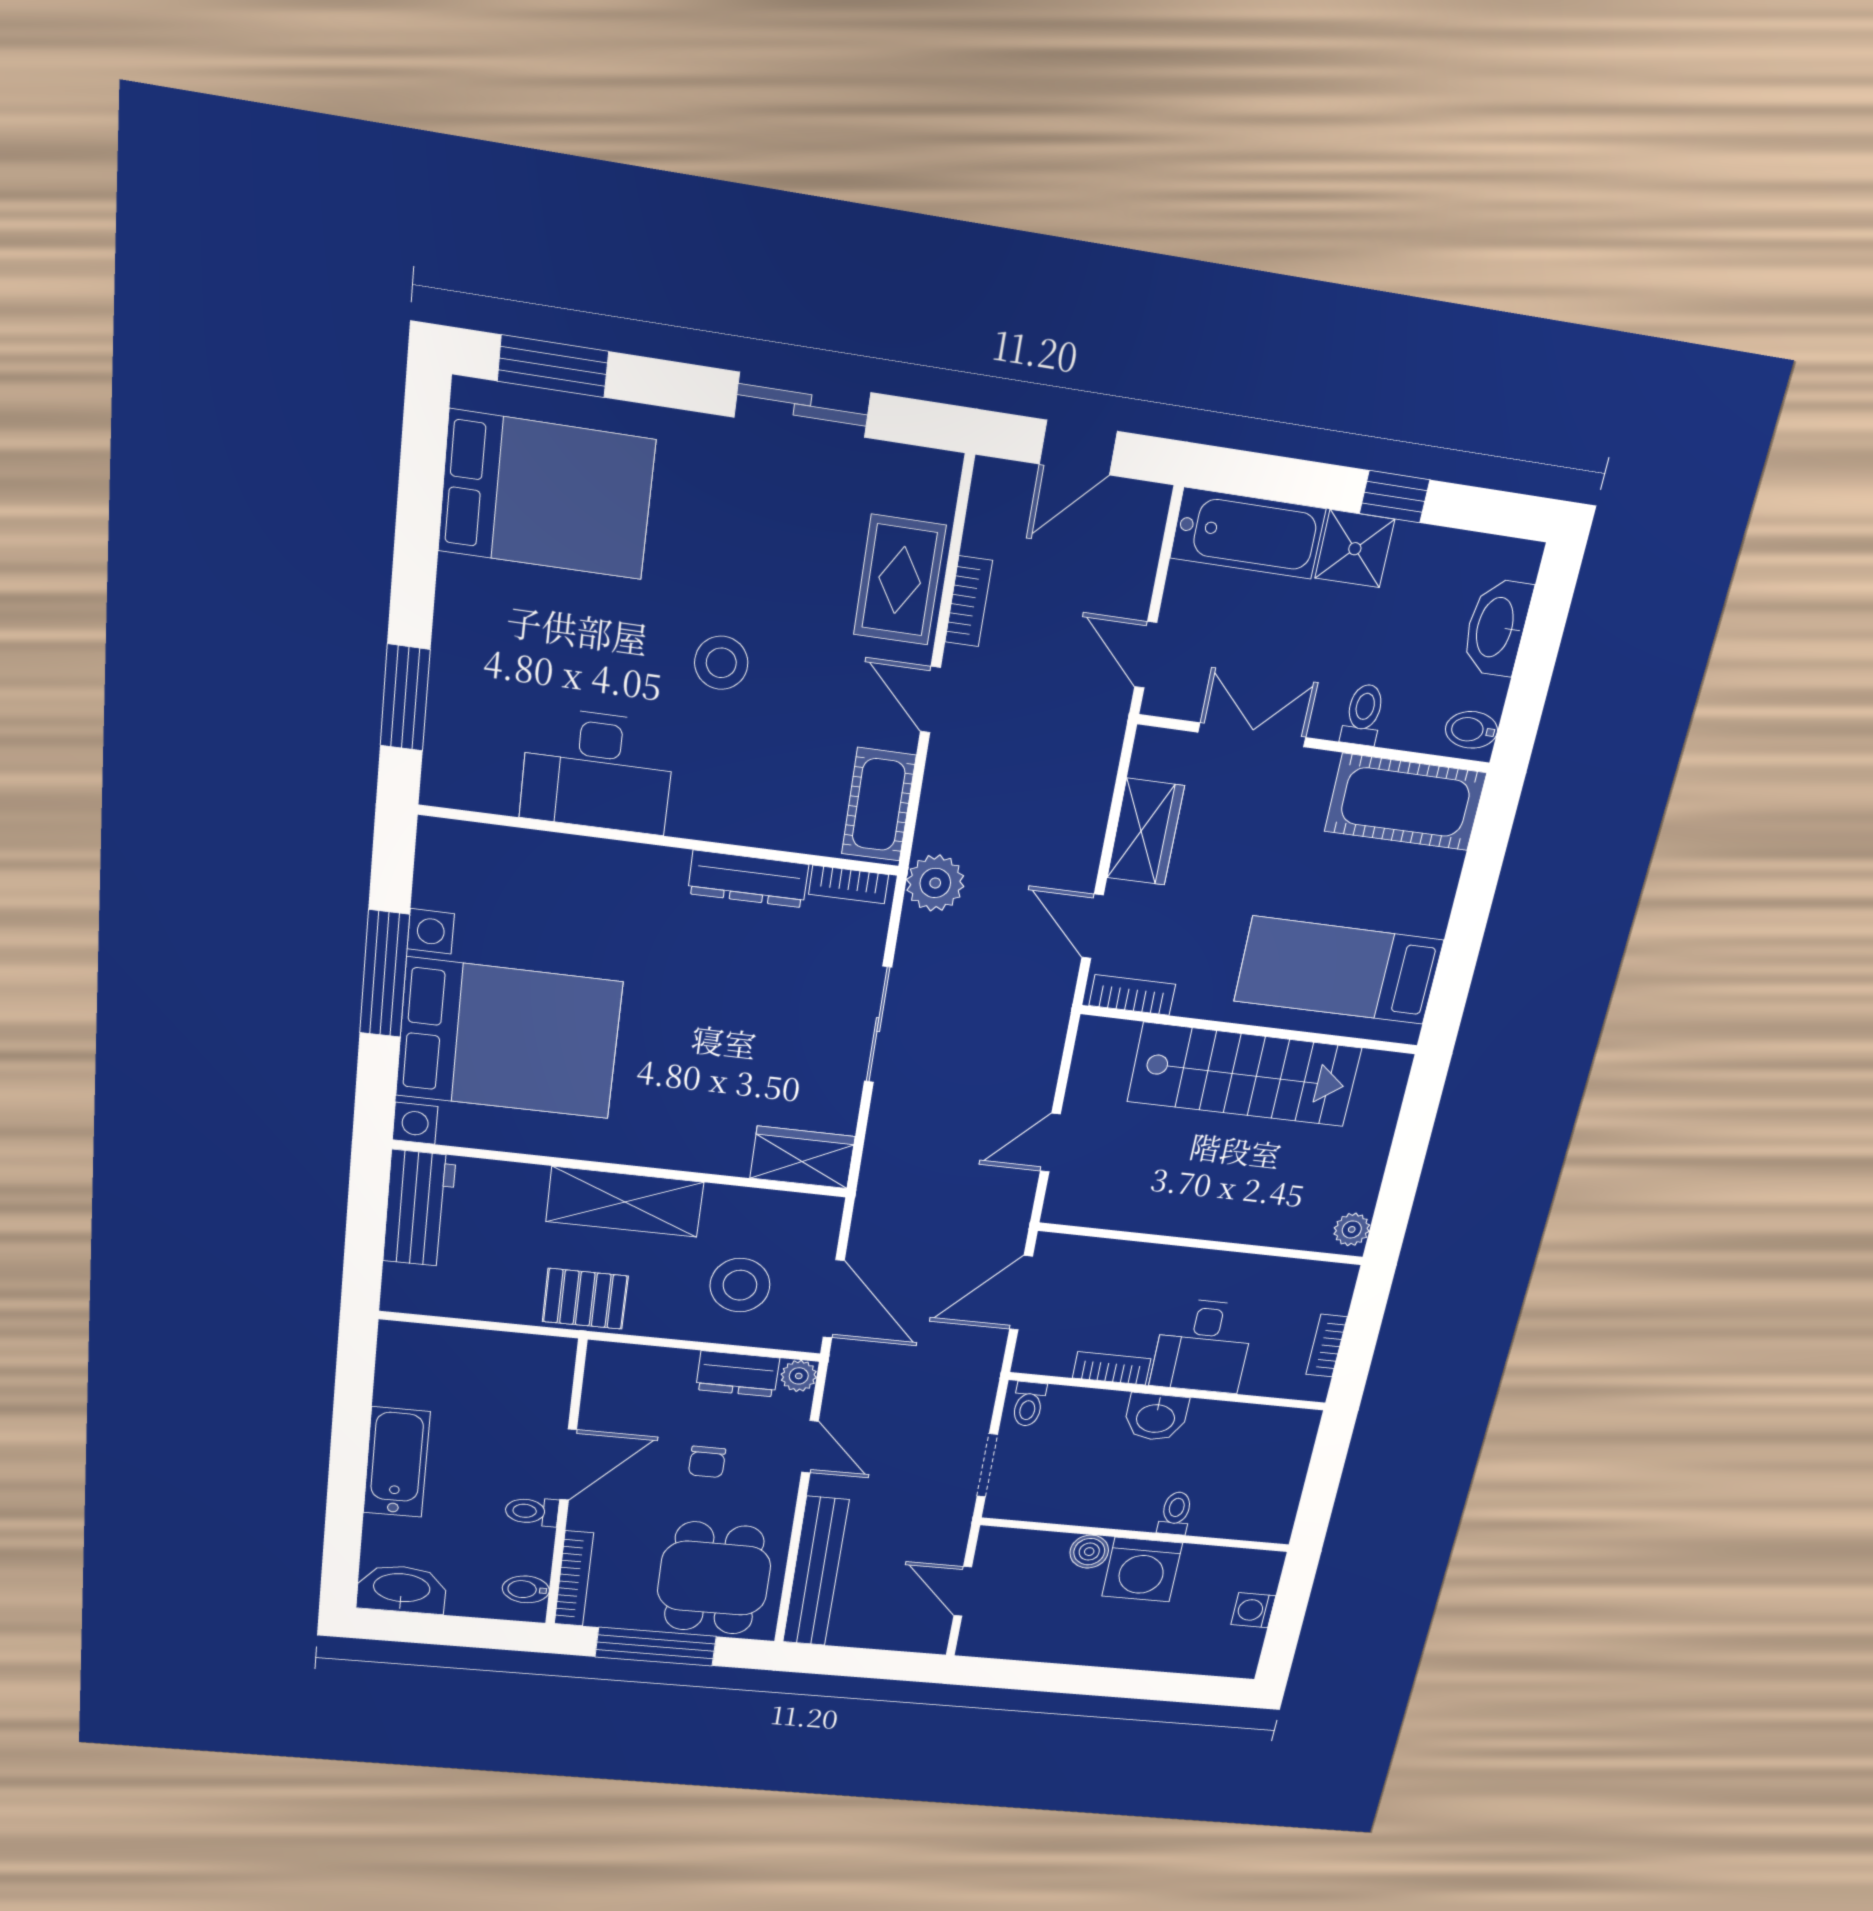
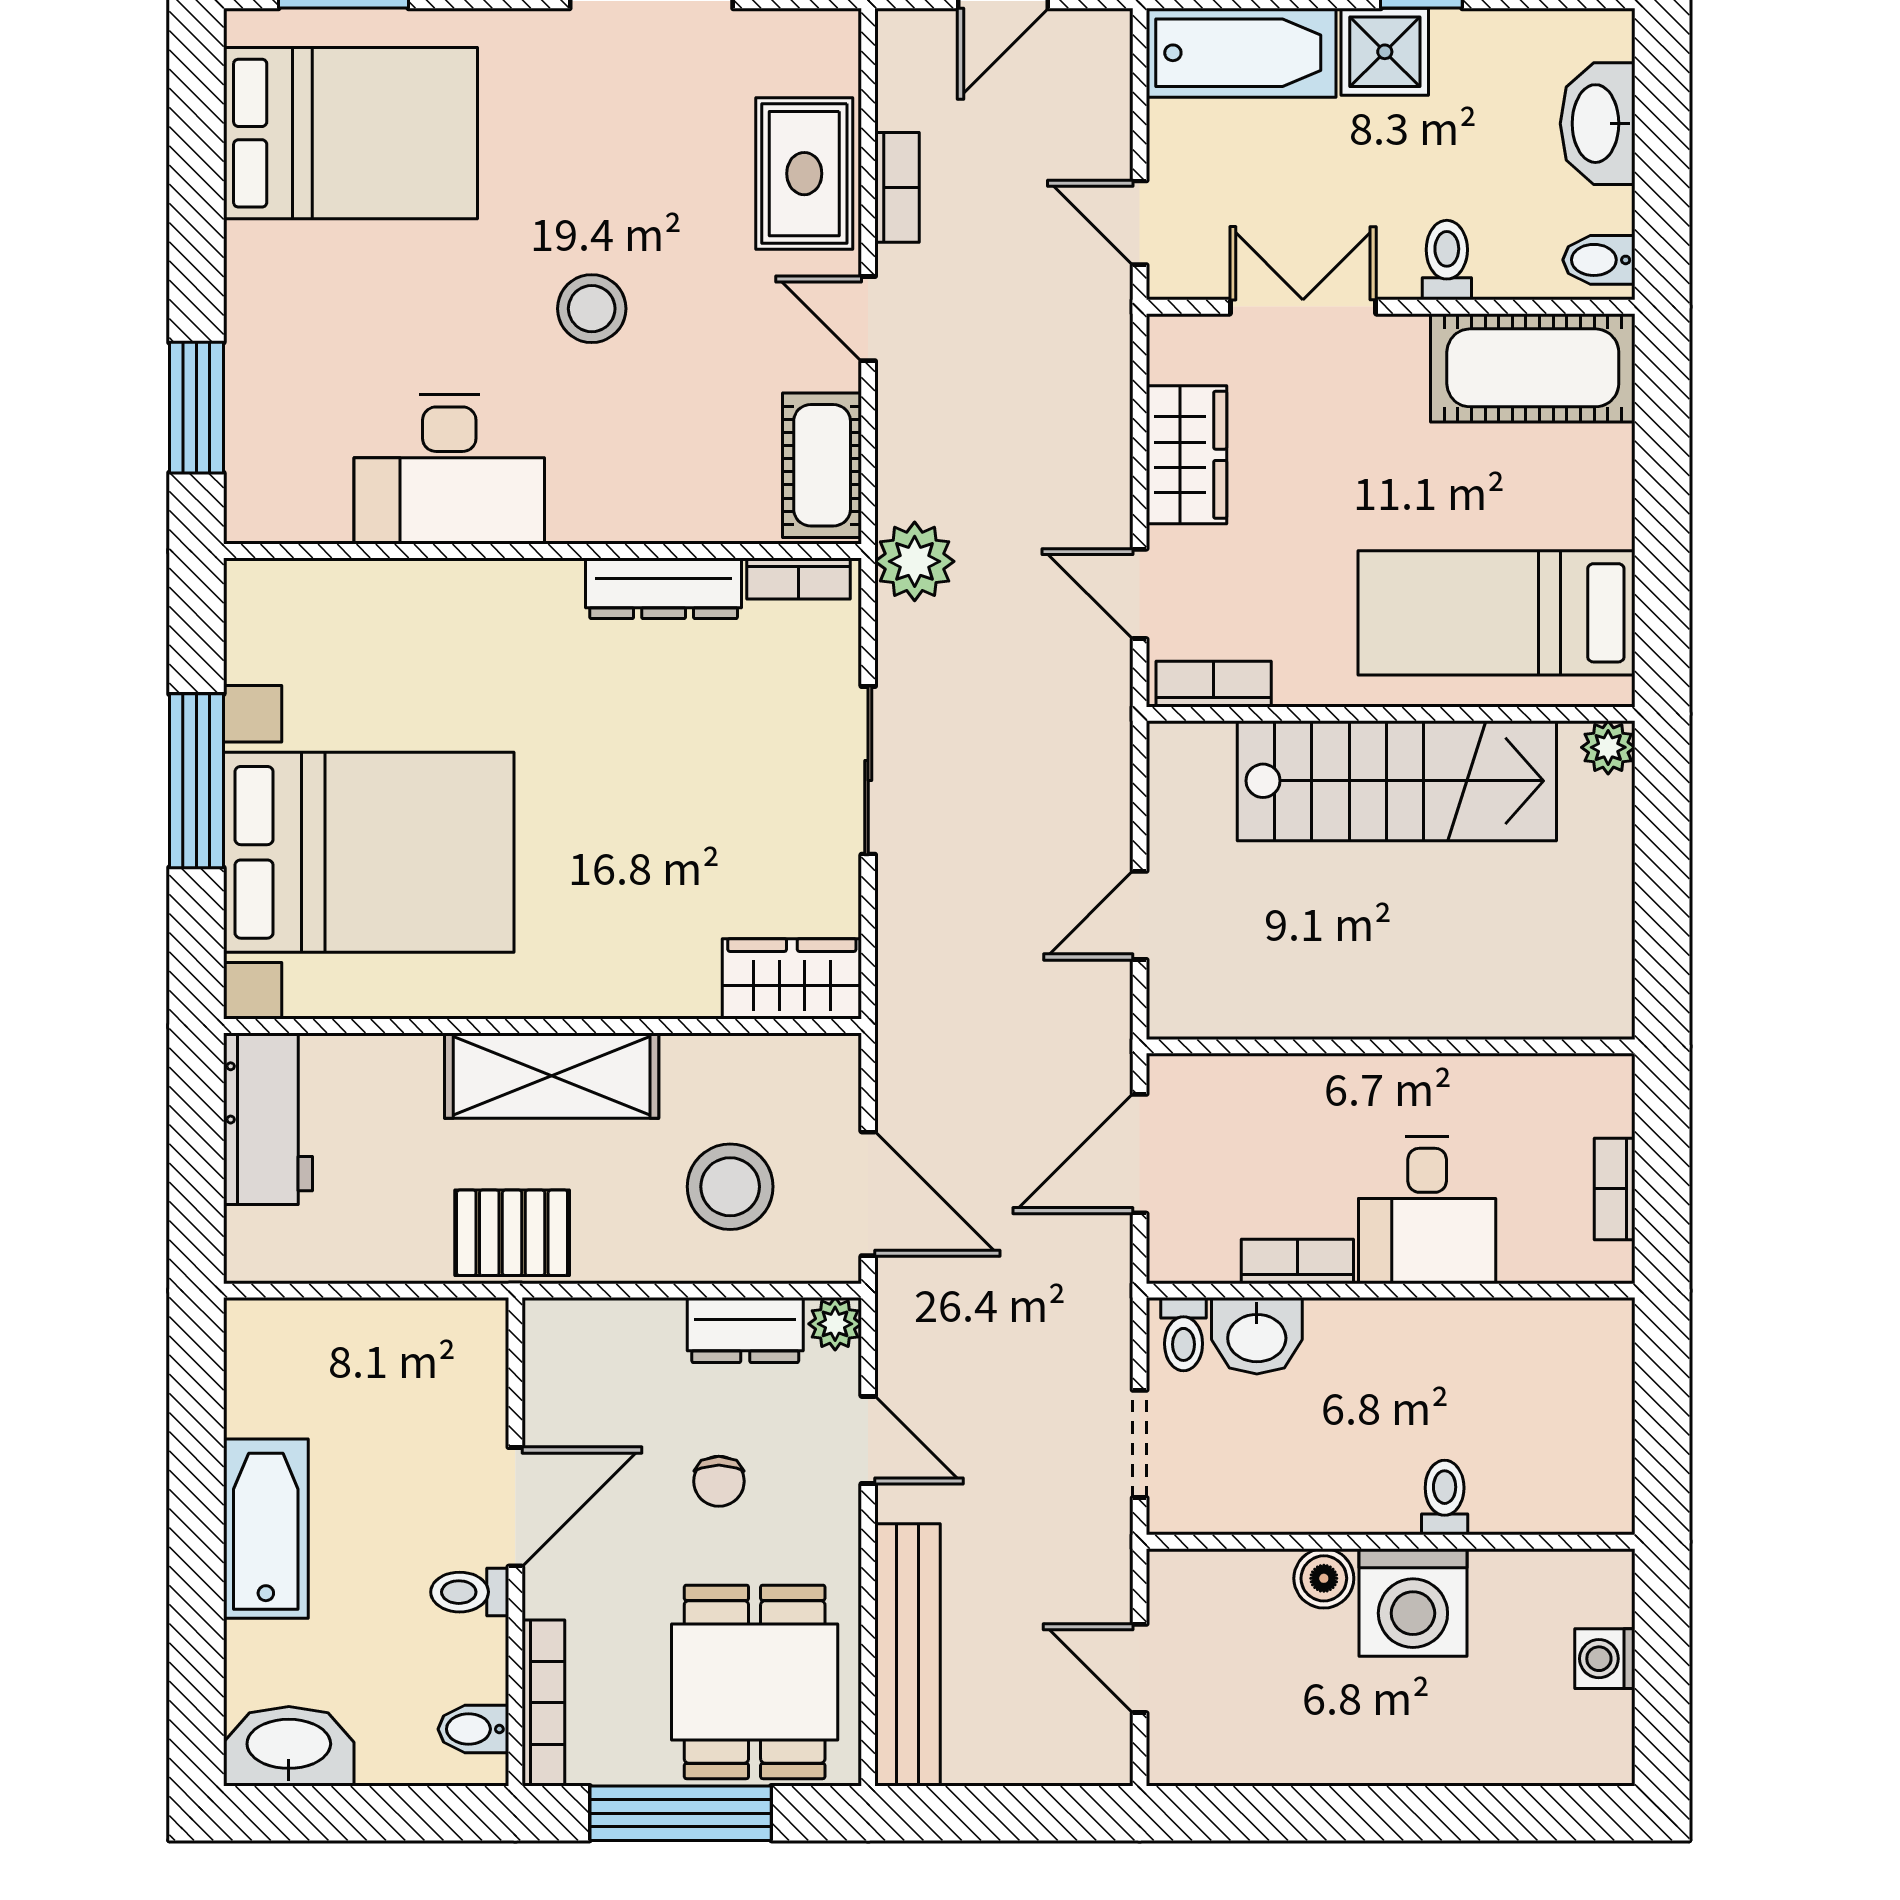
plant: (1352, 1229) -> (1608, 747), moved
washbasin: (1156, 1417) -> (1257, 1336), moved

